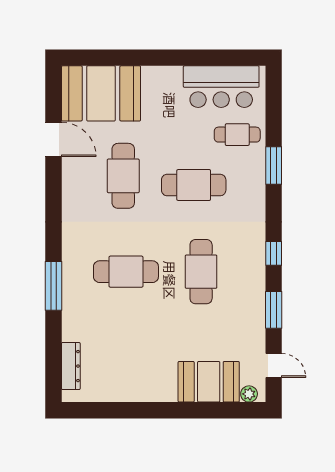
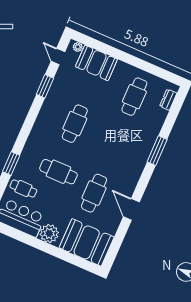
plant: (166, 82) -> (49, 233), added
door: (53, 139) -> (131, 209), moved
window: (274, 253) -> (32, 116), removed
cafe table: (126, 272) -> (134, 97), moved, turned 90
dresser: (71, 366) -> (168, 100), width x0.70

